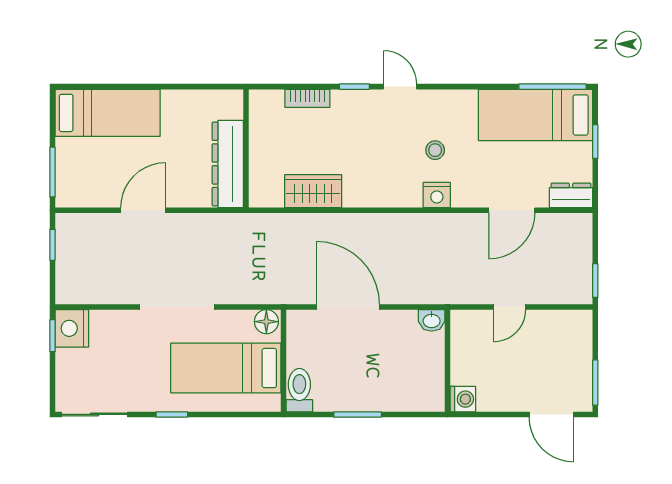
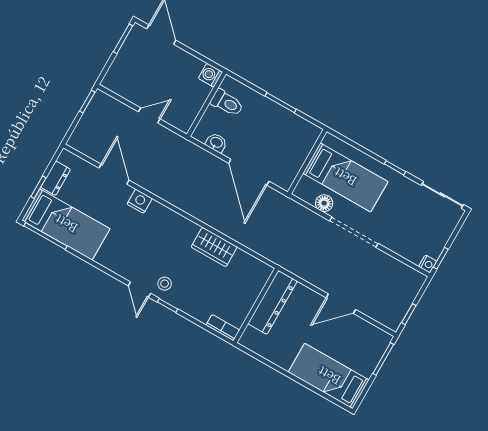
bookcase: (307, 98) -> (223, 328), moved
stool: (435, 150) -> (165, 284), moved
wardrobe: (313, 191) -> (214, 247), moved
nightstand: (437, 195) -> (140, 201), moved
dresser: (571, 195) -> (56, 178), moved, turned -90
door: (512, 210) -> (114, 174), hinge flipped
washbasin: (432, 320) -> (216, 143), moved
floor lamp: (266, 322) -> (324, 203), moved
nightstand: (72, 328) -> (428, 264), width x0.53, depth x0.56
toilet: (299, 390) -> (227, 103), moved, turned -90

